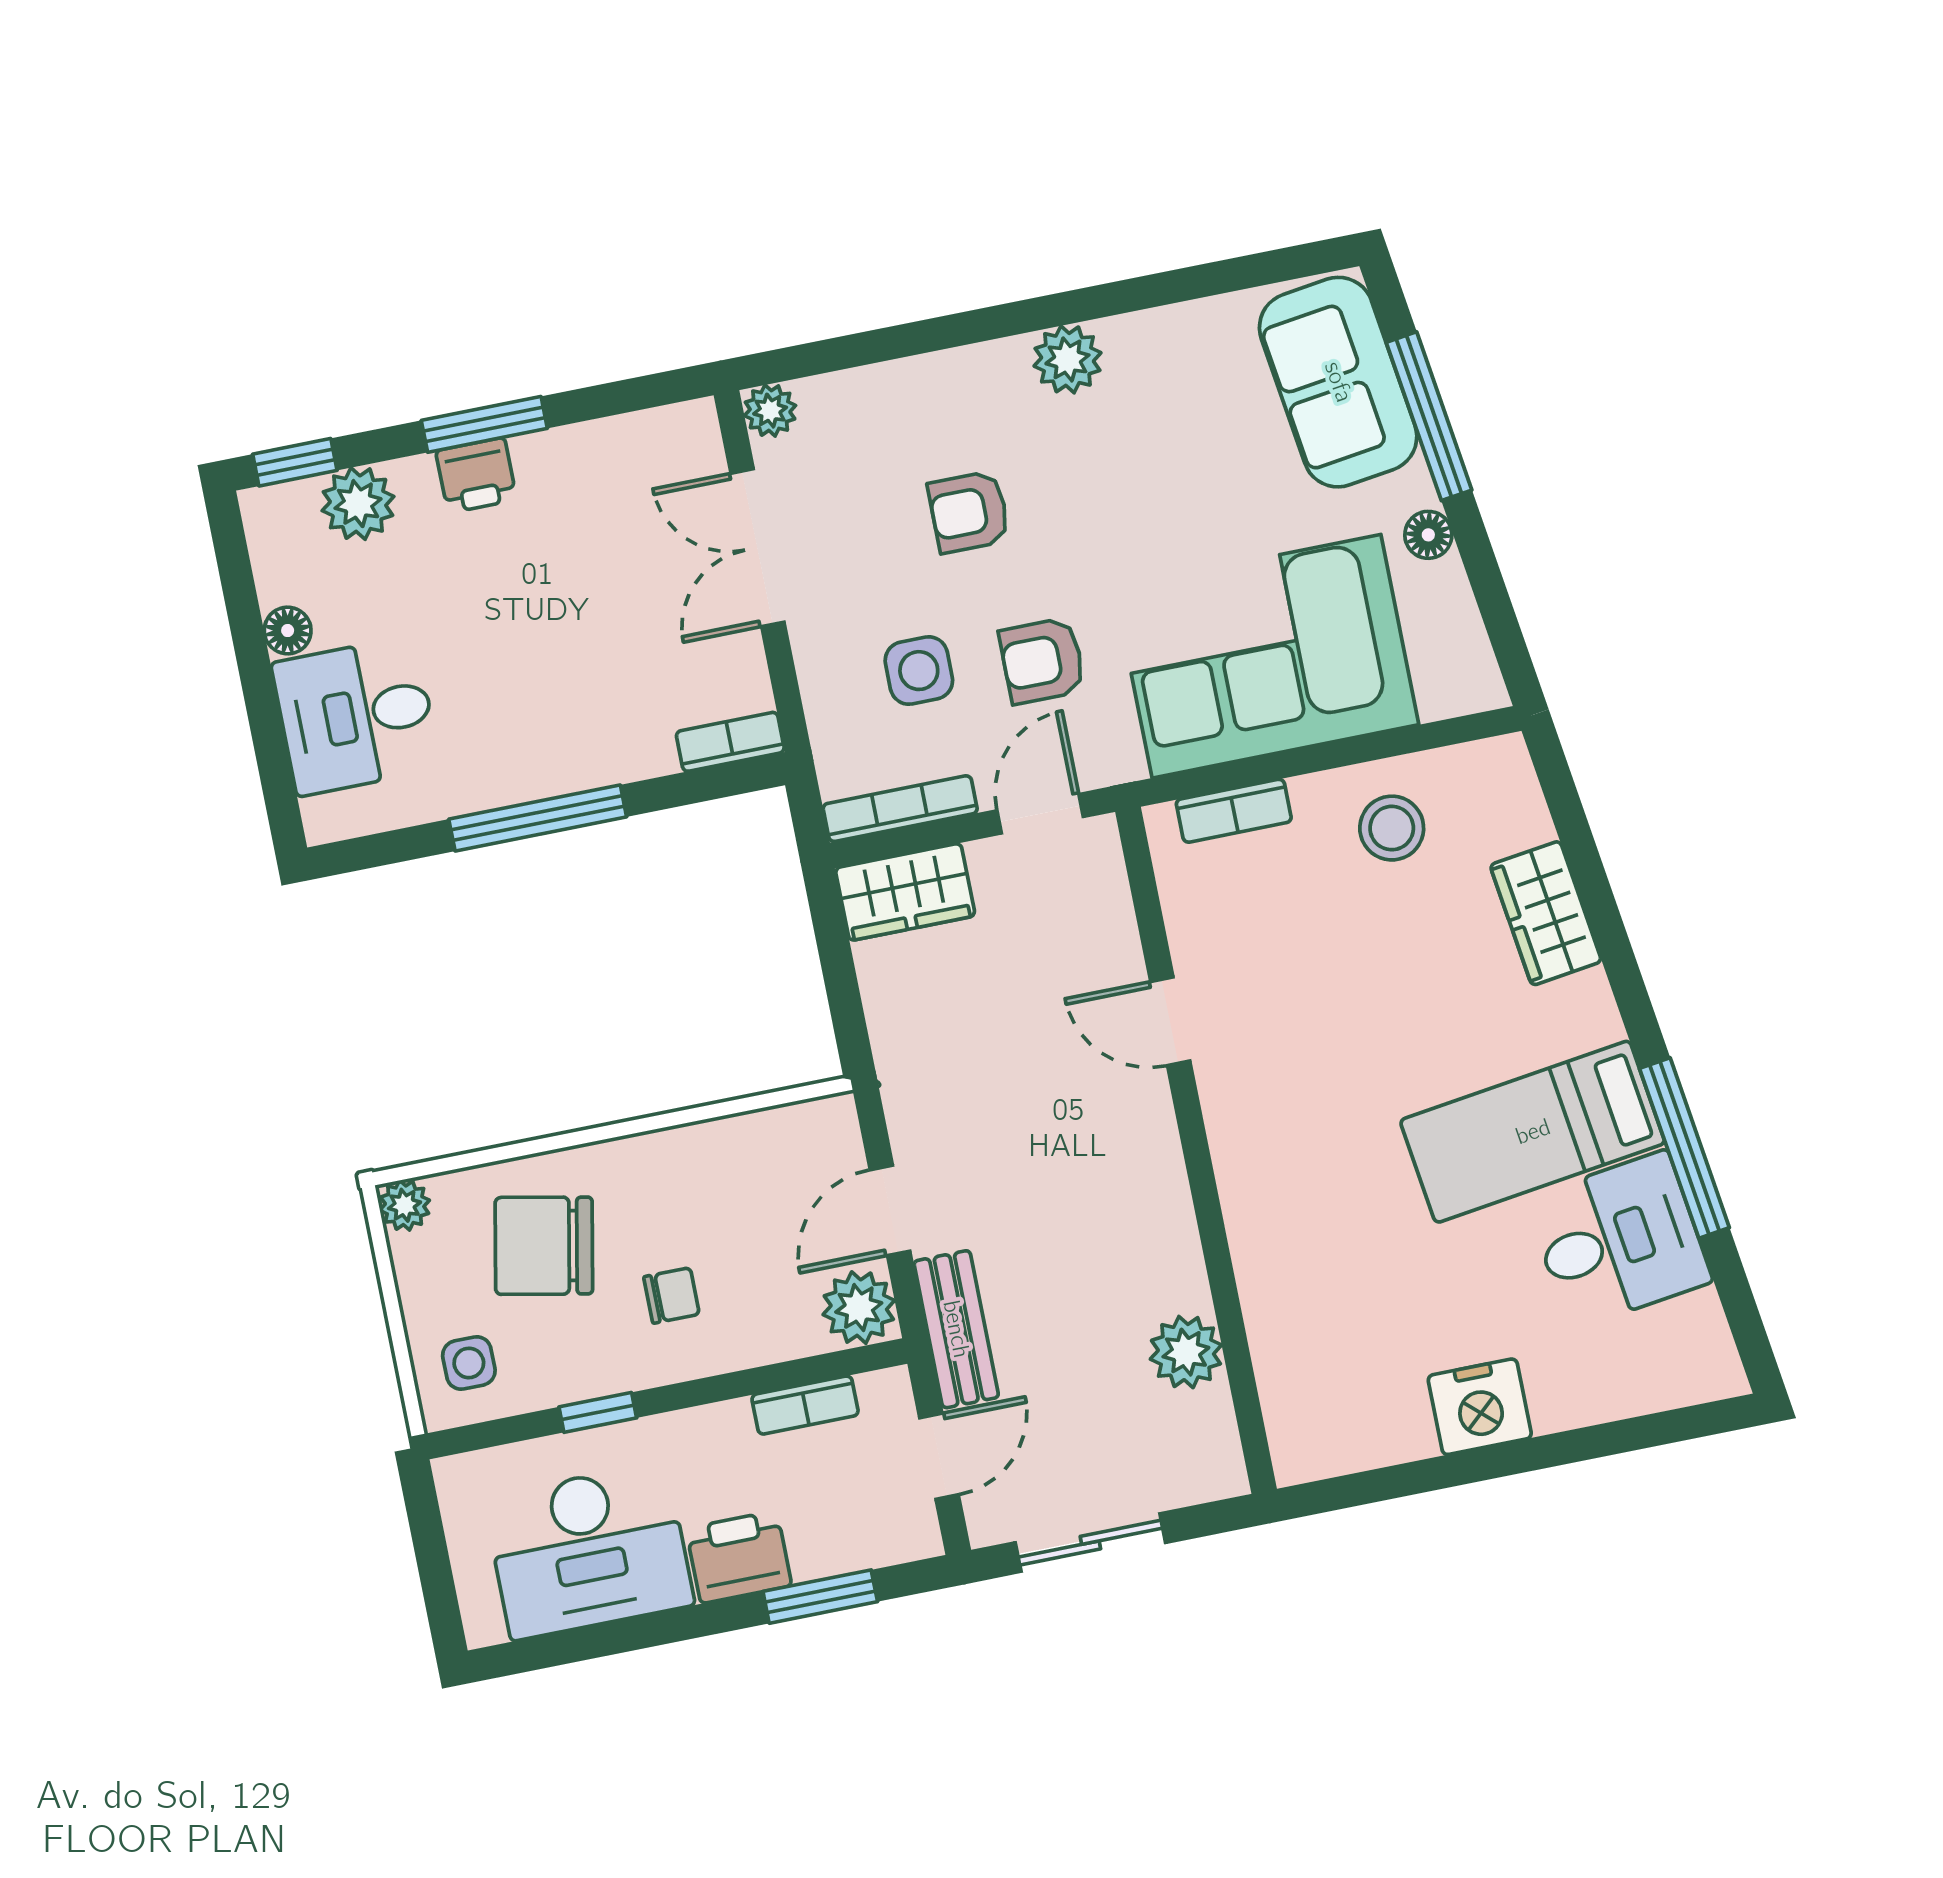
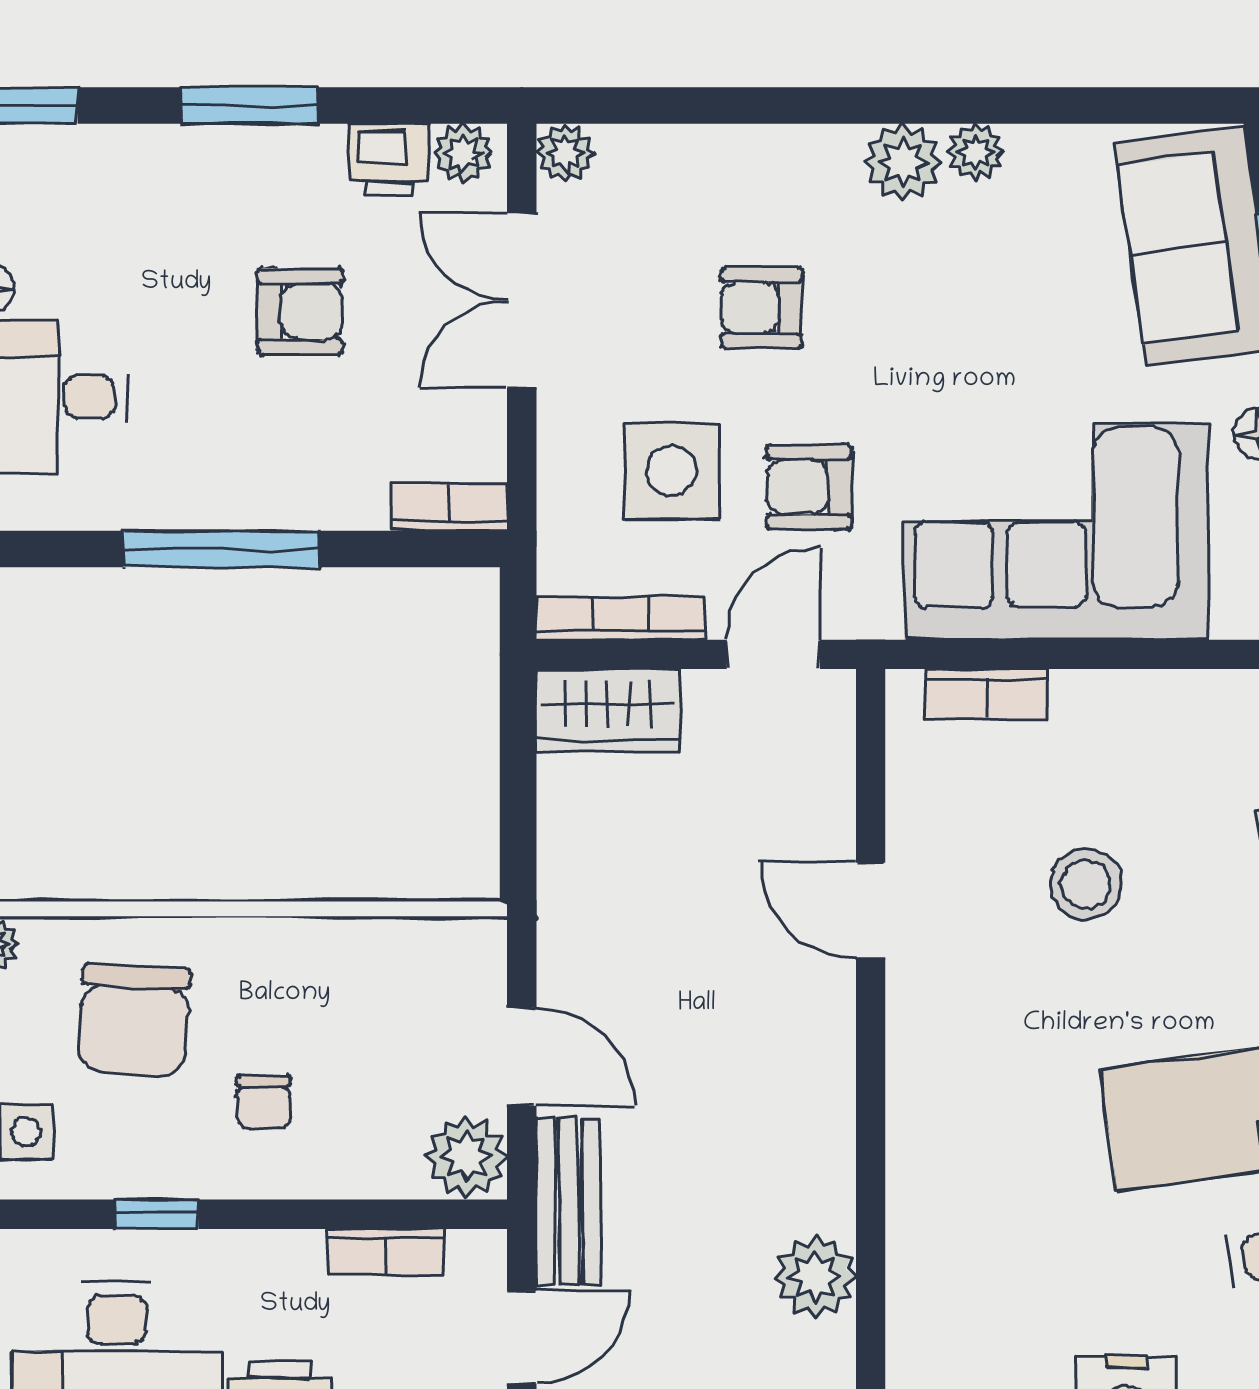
plant: (1129, 338) -> (975, 152), added
printer: (476, 475) -> (388, 160), moved
plant: (358, 504) -> (463, 154), moved, width x0.73, depth x0.73
armchair: (565, 596) -> (300, 311), added
side table: (919, 671) -> (672, 471), width x1.37, depth x1.37
stool: (1392, 828) -> (1086, 884), moved
door: (890, 1210) -> (522, 1057), swing flipped
chair: (544, 1246) -> (134, 1020), turned -98
chair: (671, 1295) -> (263, 1102), turned 90

